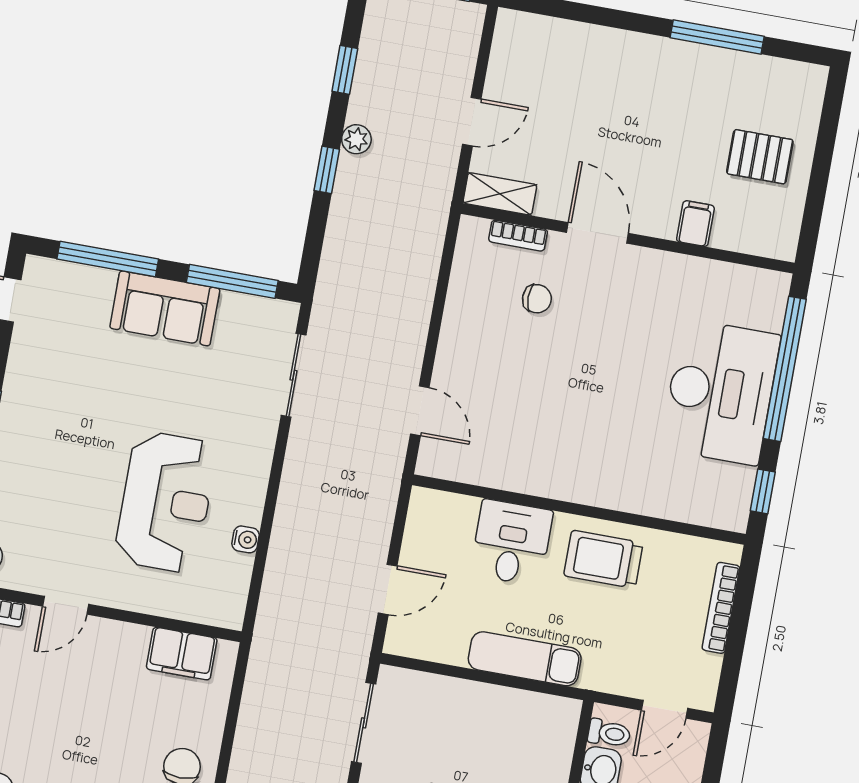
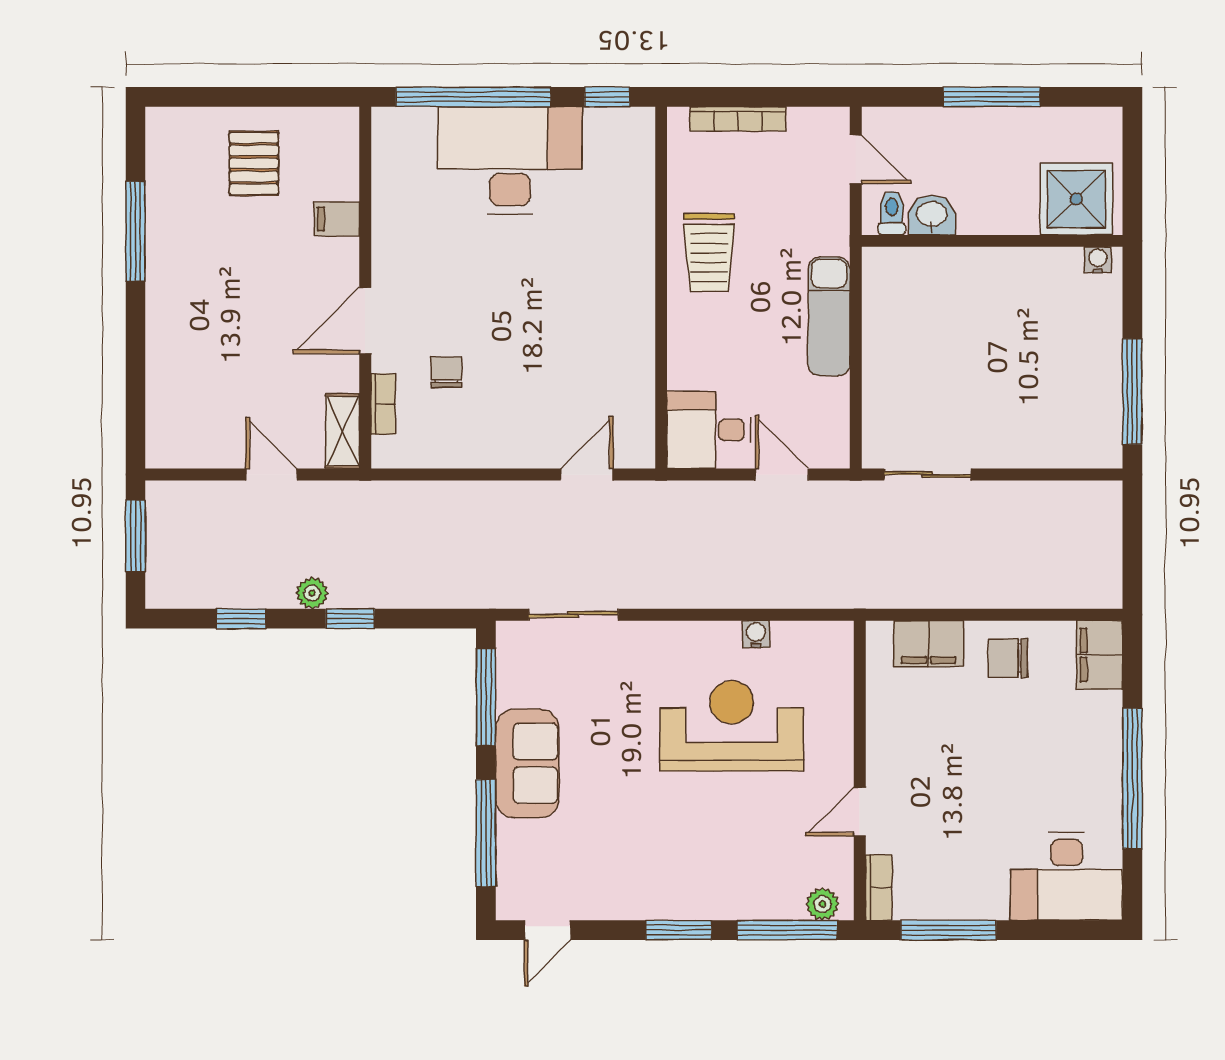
desk: (512, 543) -> (709, 430), moved
door: (66, 605) -> (860, 812), swing flipped
filing cabinet: (182, 654) -> (928, 644), moved, turned 90

